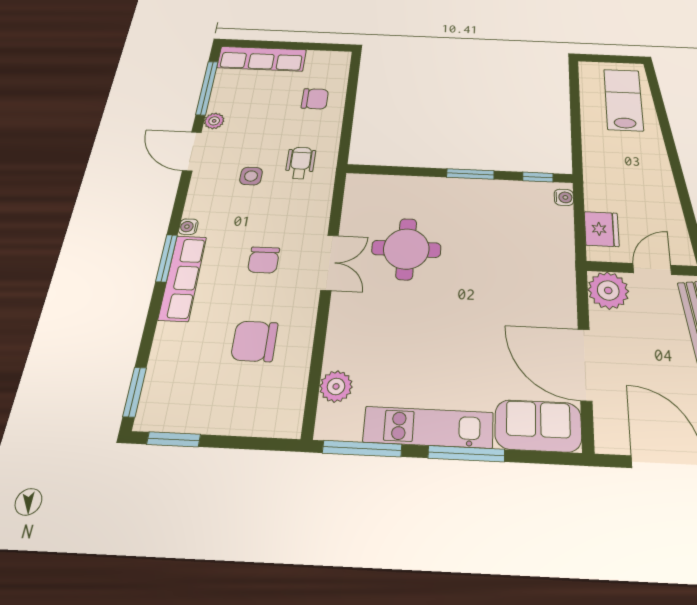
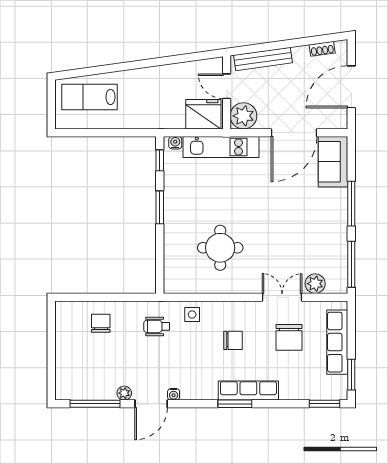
row of seats: (262, 59) -> (337, 342), moved, turned 180
side table: (251, 176) -> (192, 314), moved
water cooler: (188, 227) -> (174, 394), moved
fridge: (602, 229) -> (203, 114), width x1.36, depth x1.34
double door: (329, 263) -> (282, 297), moved
kitchen unit: (428, 427) -> (221, 147), moved, turned -90

